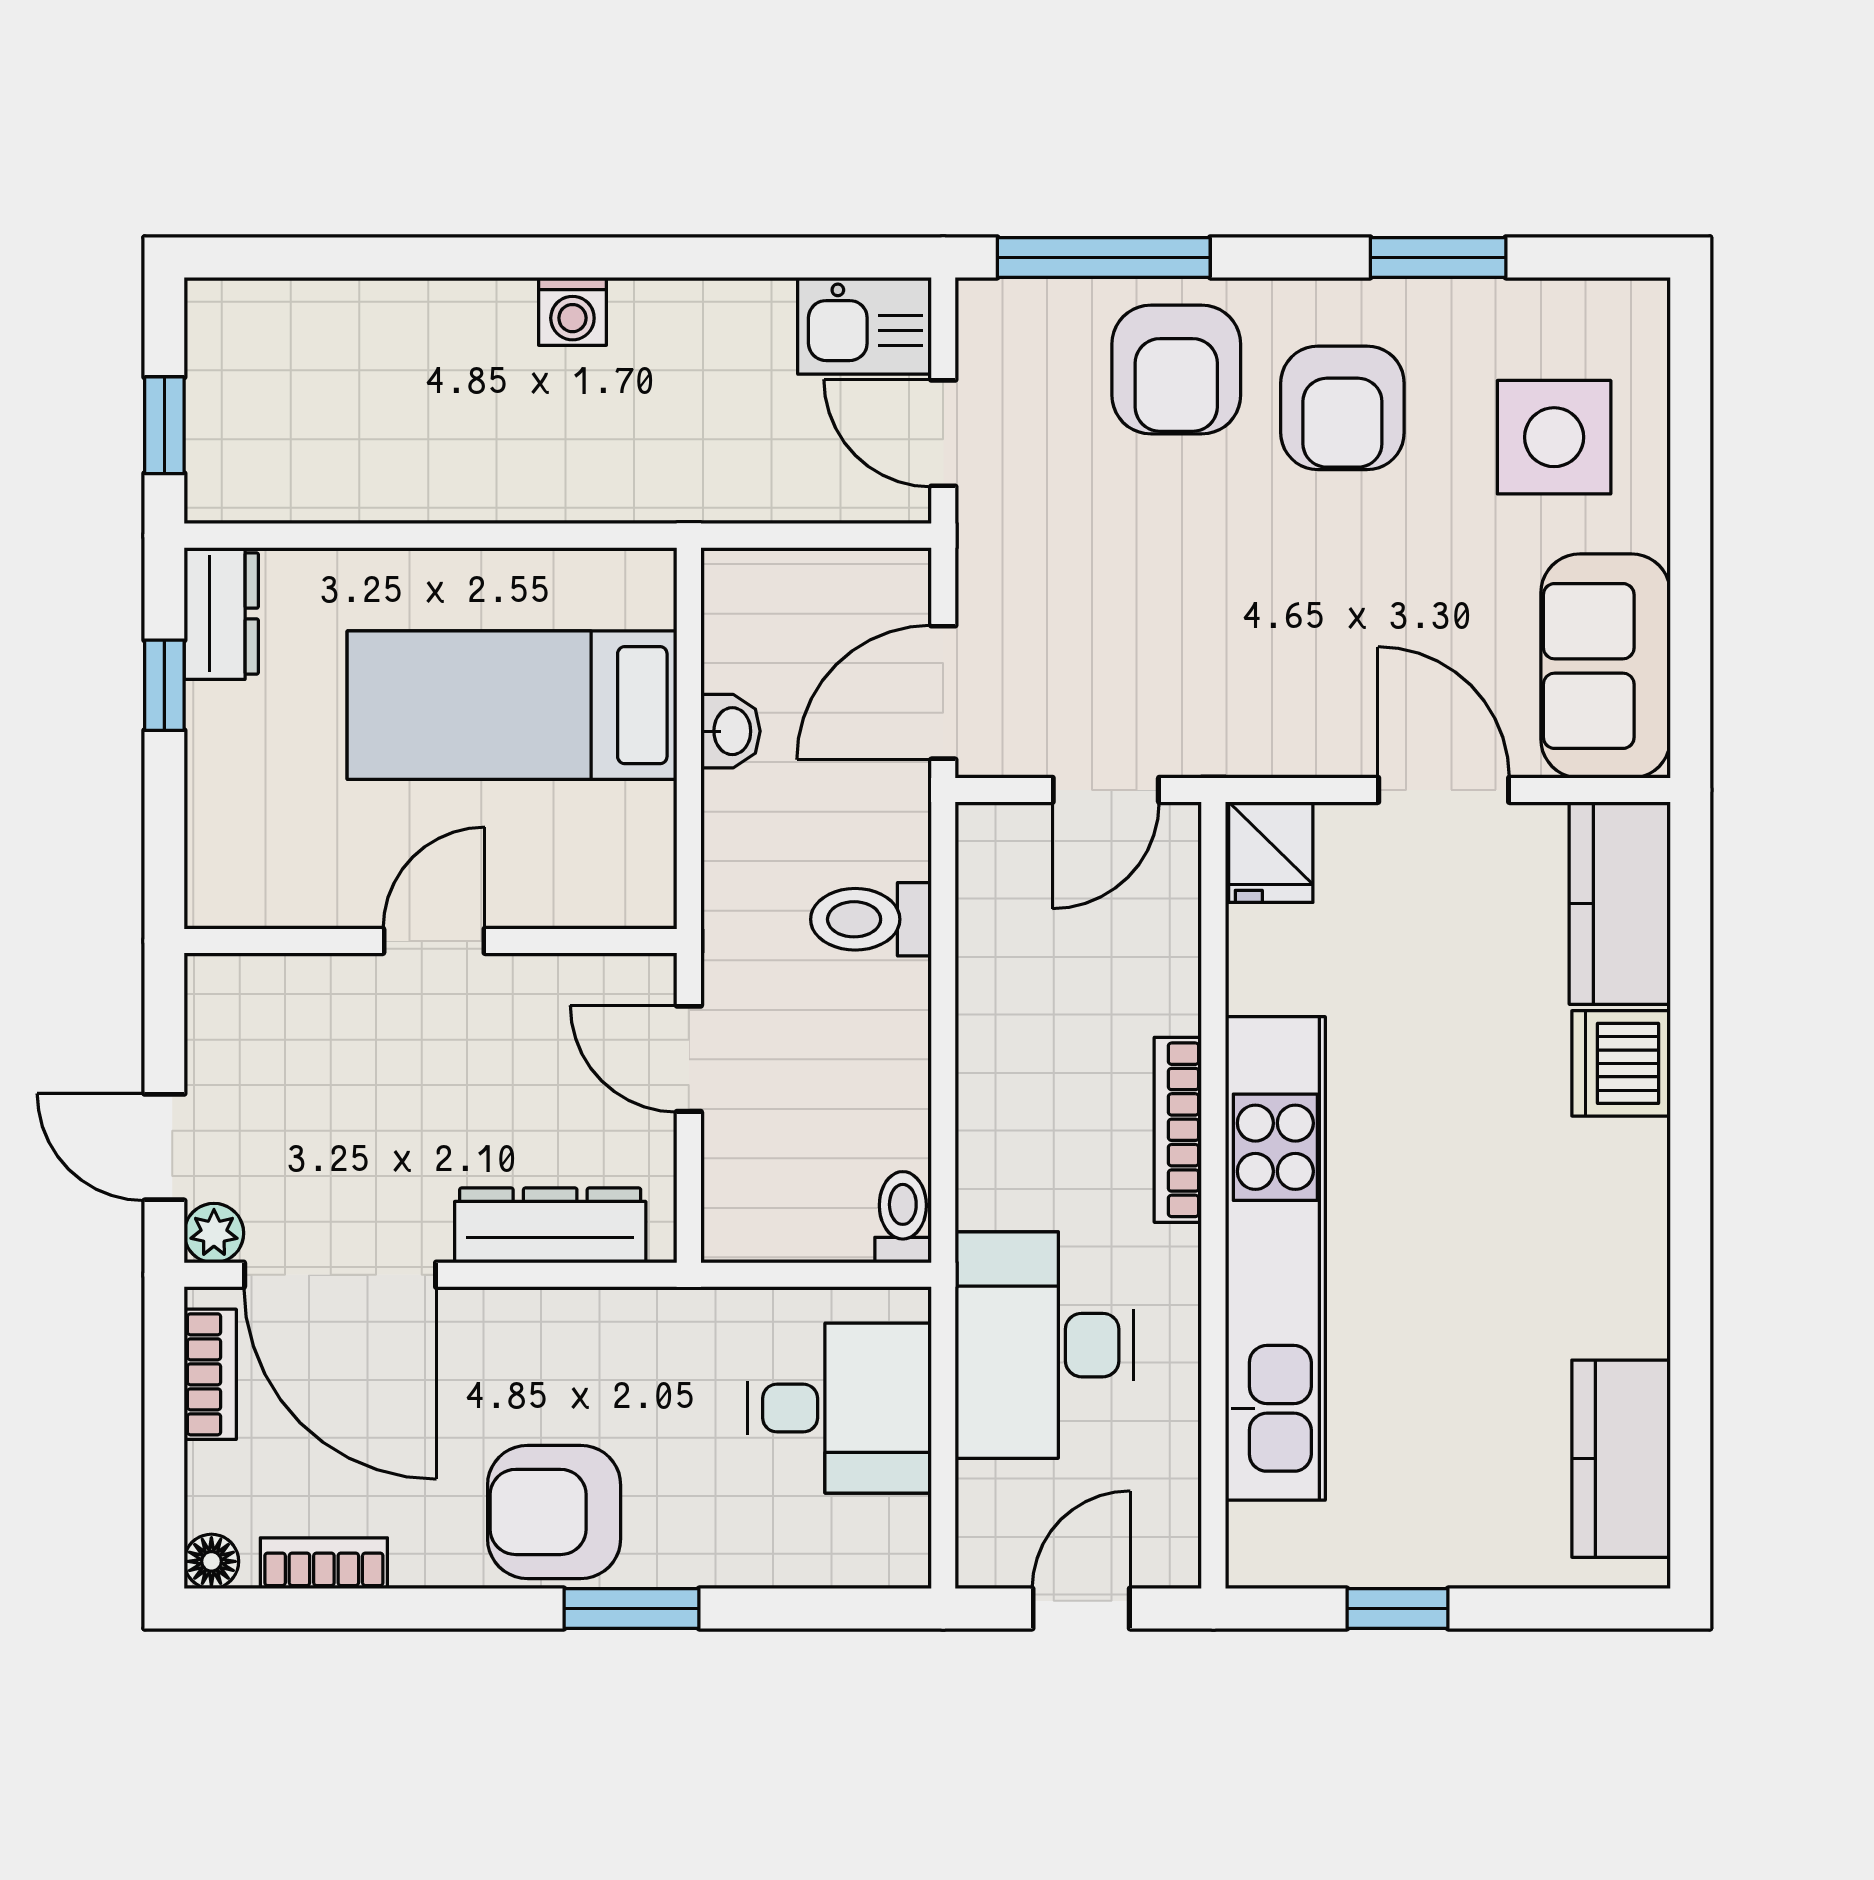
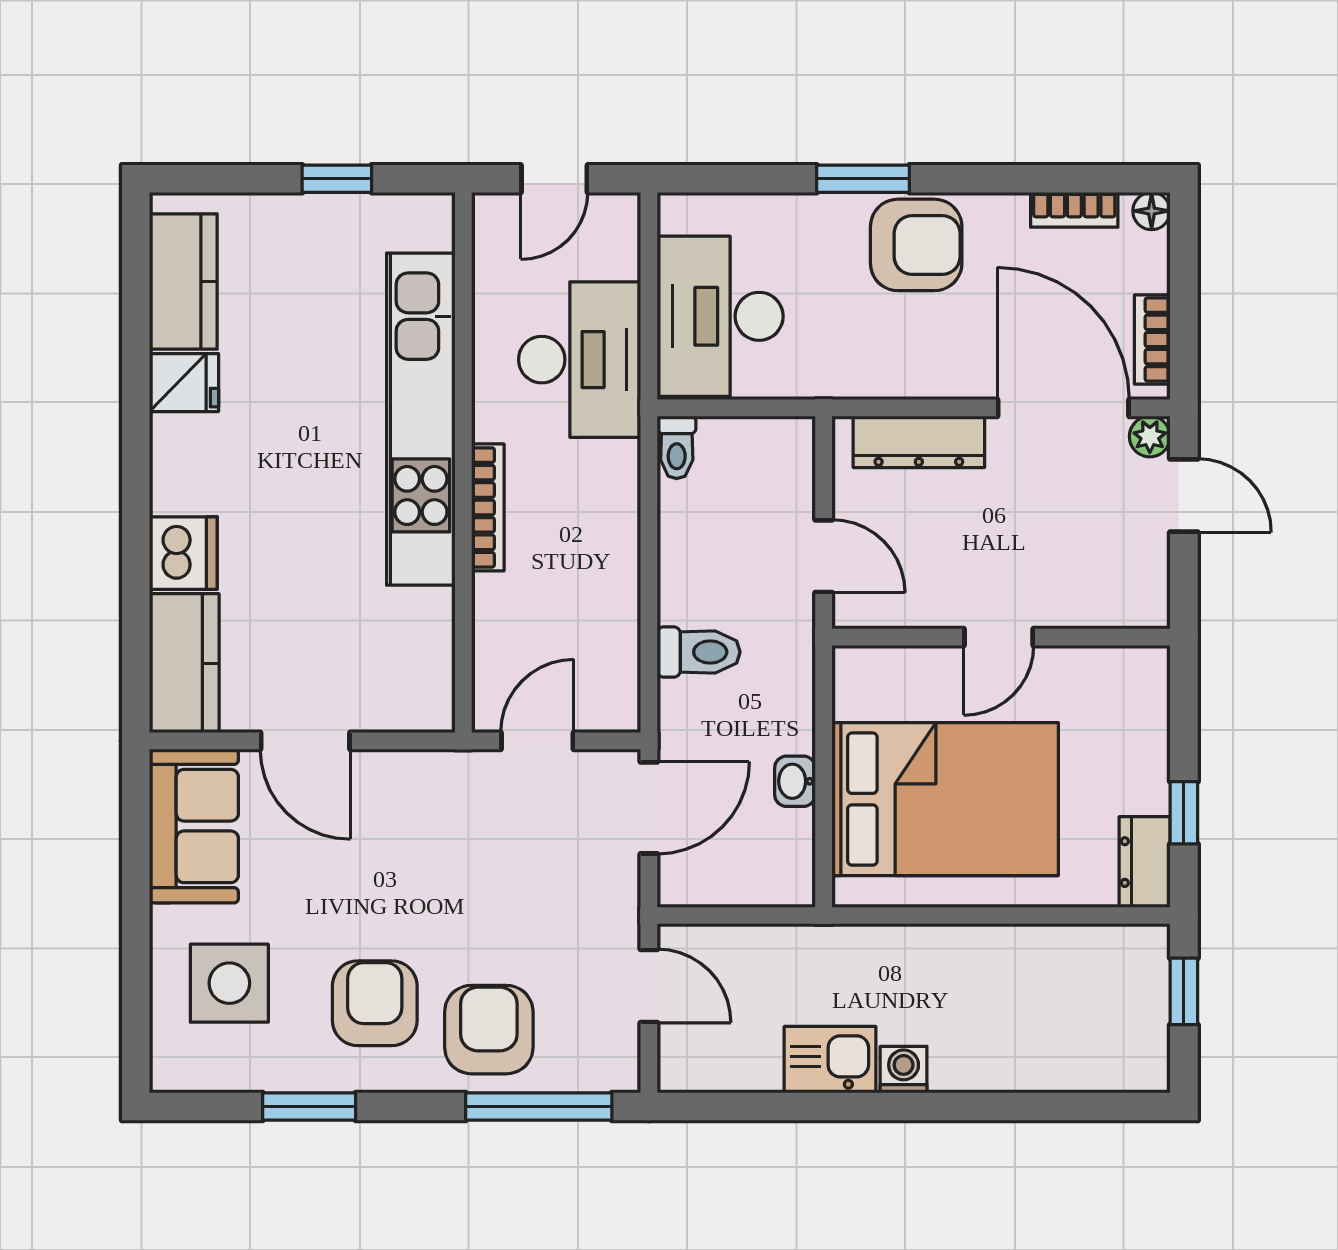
kitchen sink: (865, 326) -> (830, 1060), moved
bed: (512, 705) -> (945, 799), width x1.50
fridge: (1271, 852) -> (184, 383), moved, turned 90
desk: (840, 1408) -> (720, 316), width x1.37

